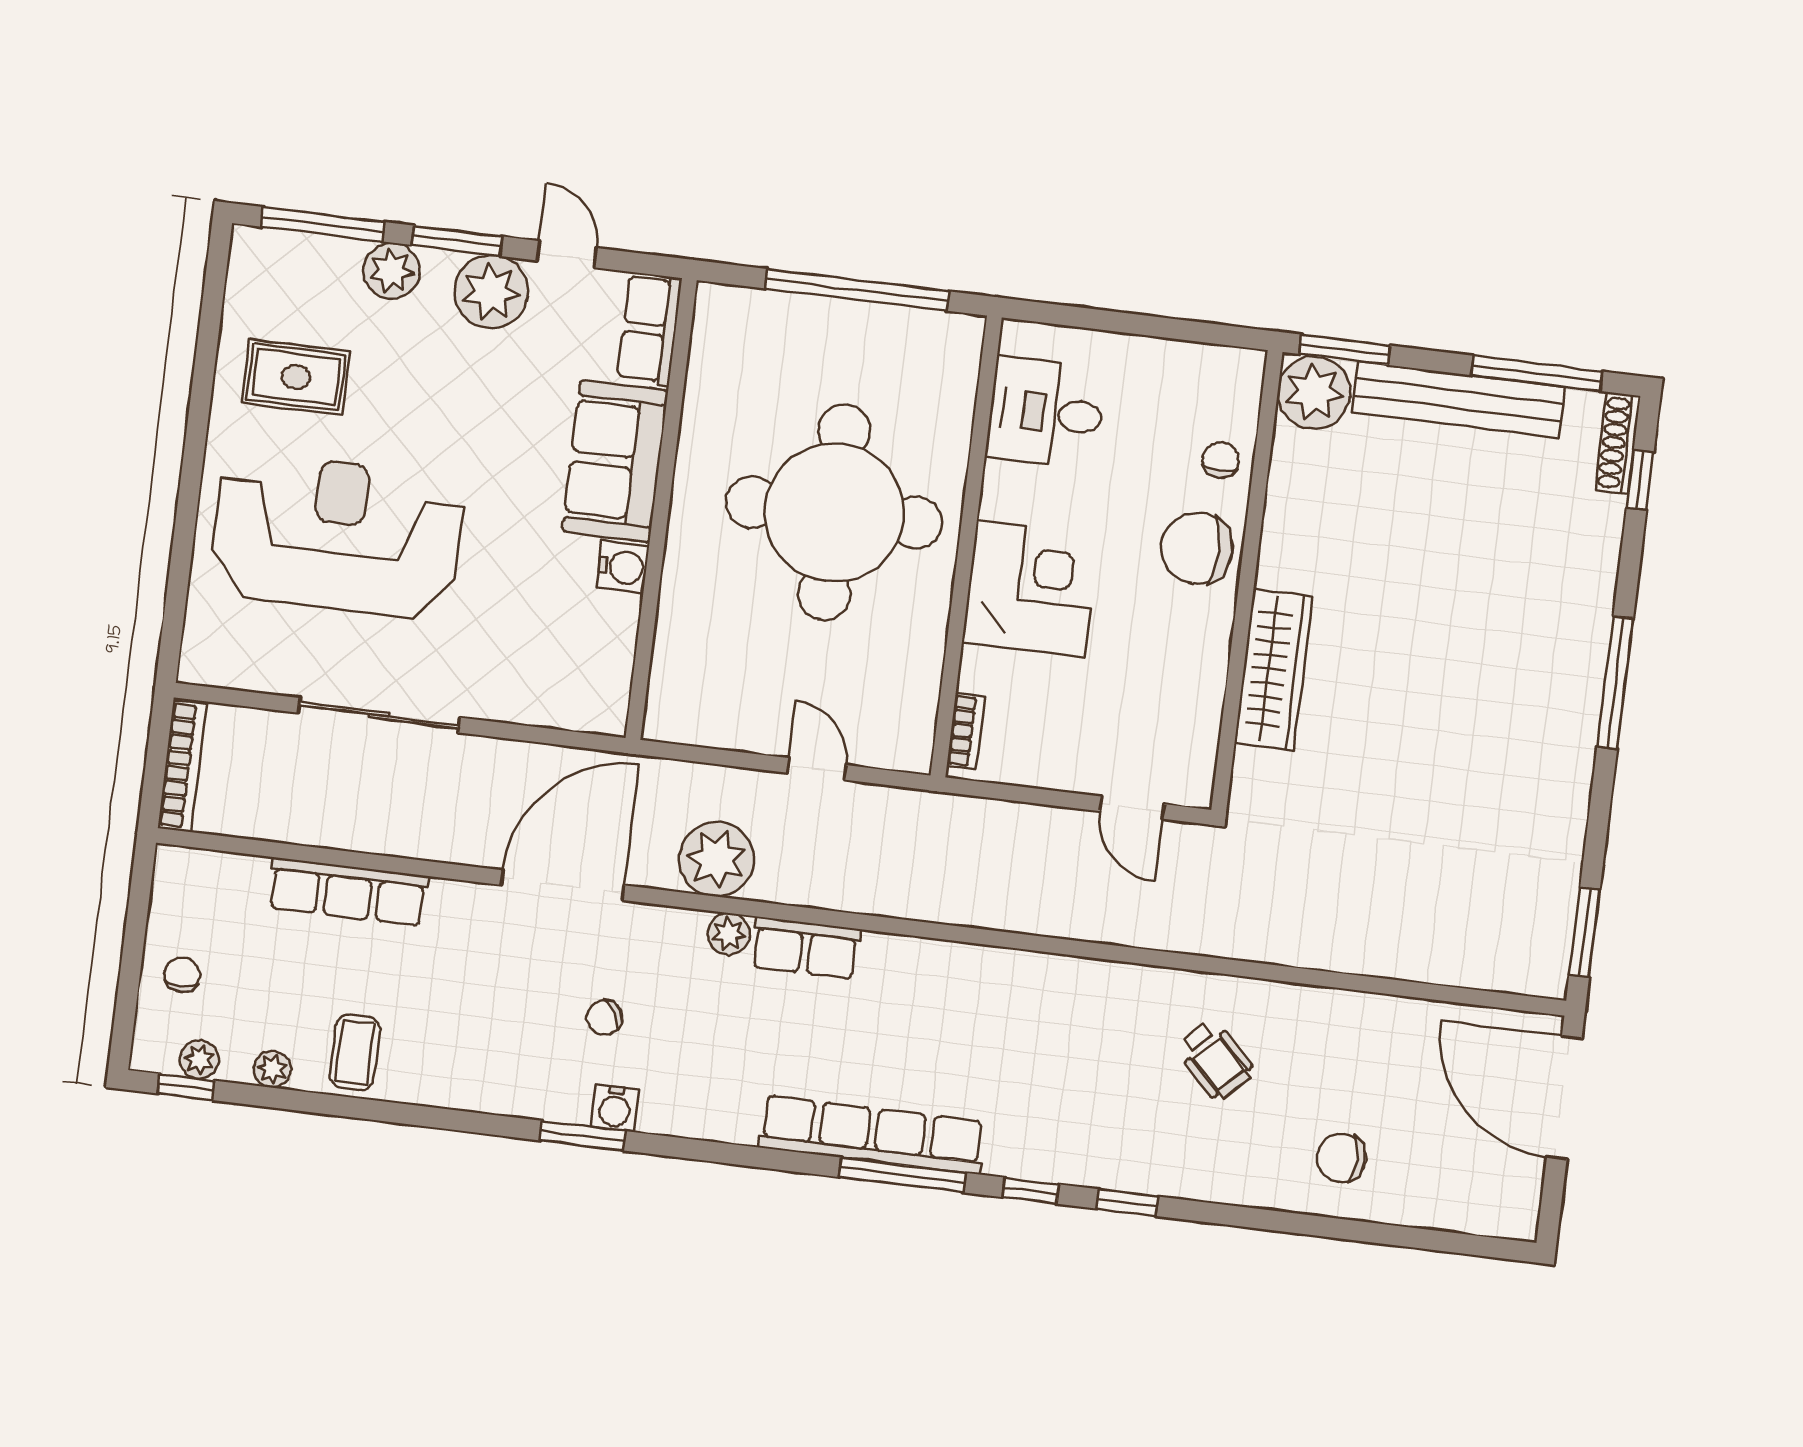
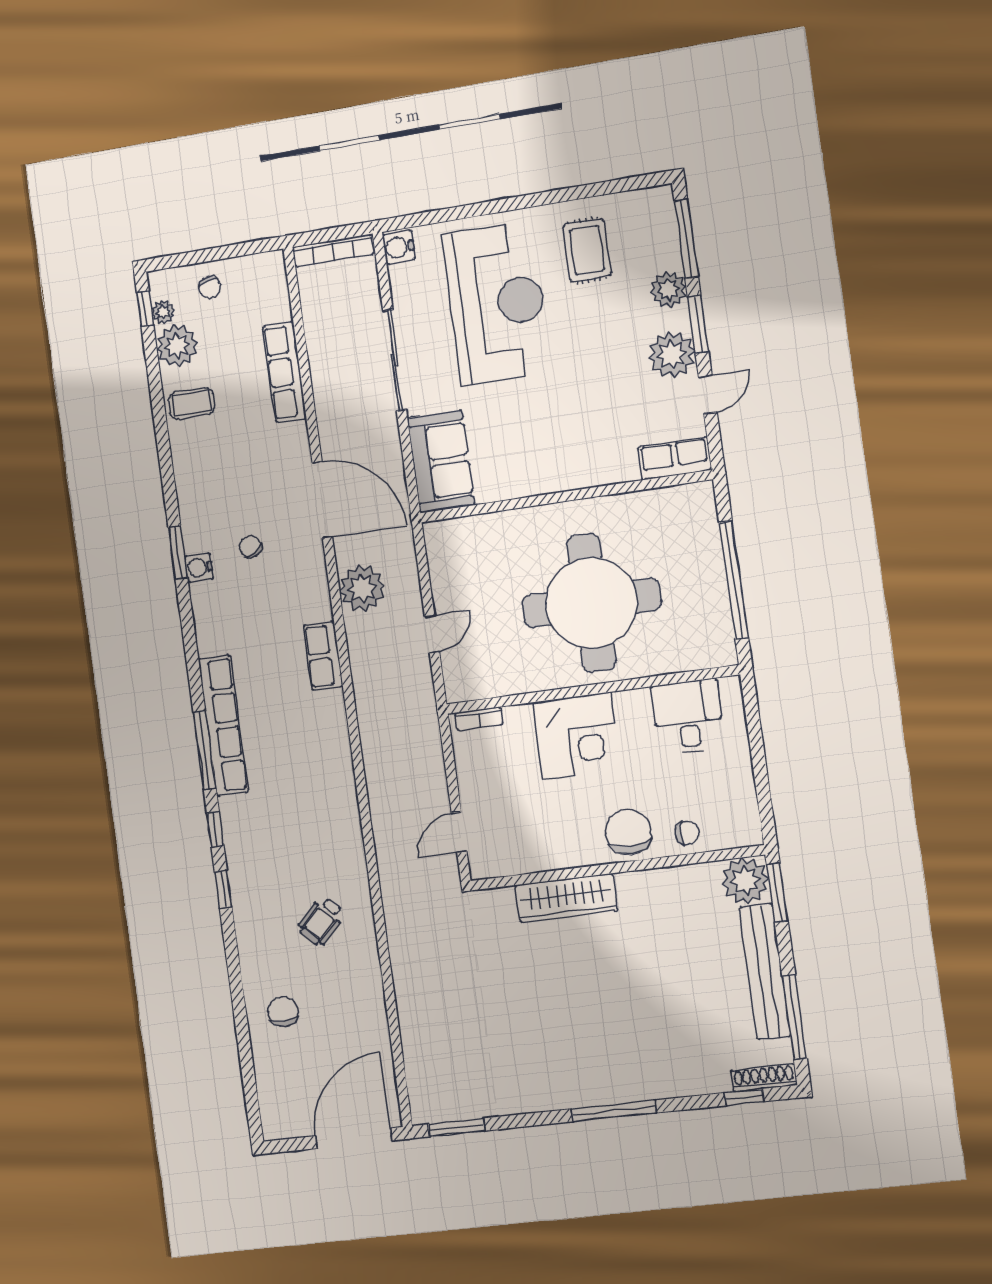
sofa: (615, 461) -> (441, 461), moved, turned 90
water cooler: (623, 567) -> (399, 247), moved, turned 90
plant: (729, 934) -> (319, 608), removed
chair: (182, 975) -> (210, 287), turned 74
plant: (272, 1069) -> (177, 346), width x1.87, depth x1.87

